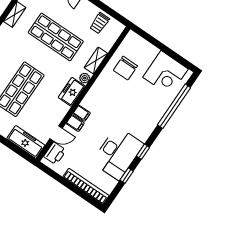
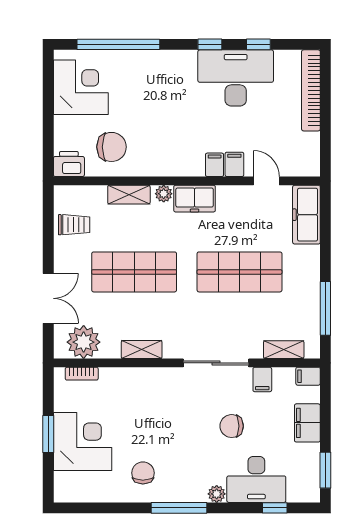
shop shelf: (56, 37) -> (134, 272), turned 90
printer: (55, 153) -> (69, 164), moved

